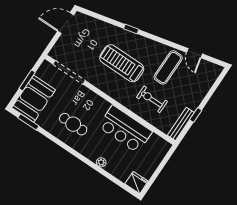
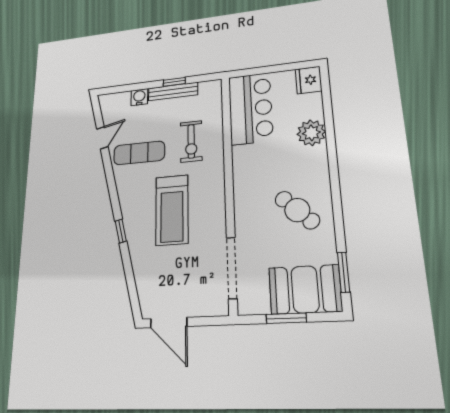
water cooler: (203, 90) -> (139, 97), added
cafe table: (73, 124) -> (297, 210), turned -46
bench: (181, 124) -> (173, 92), moved
bar counter: (125, 129) -> (251, 109), moved
plant: (101, 162) -> (311, 133), width x1.88, depth x1.88

